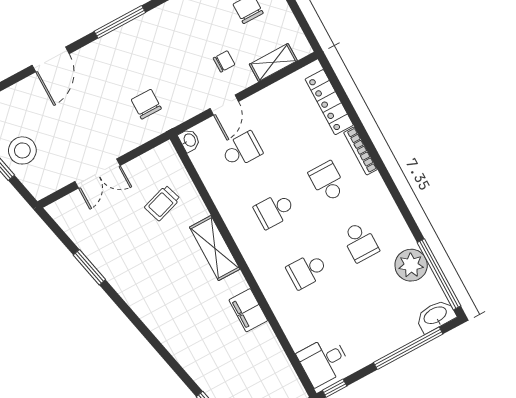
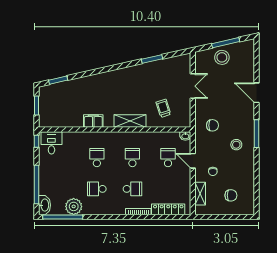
stool: (157, 46) -> (236, 145), added
school desk: (242, 150) -> (168, 158), turned 180
double door: (98, 173) -> (193, 86), swing flipped

